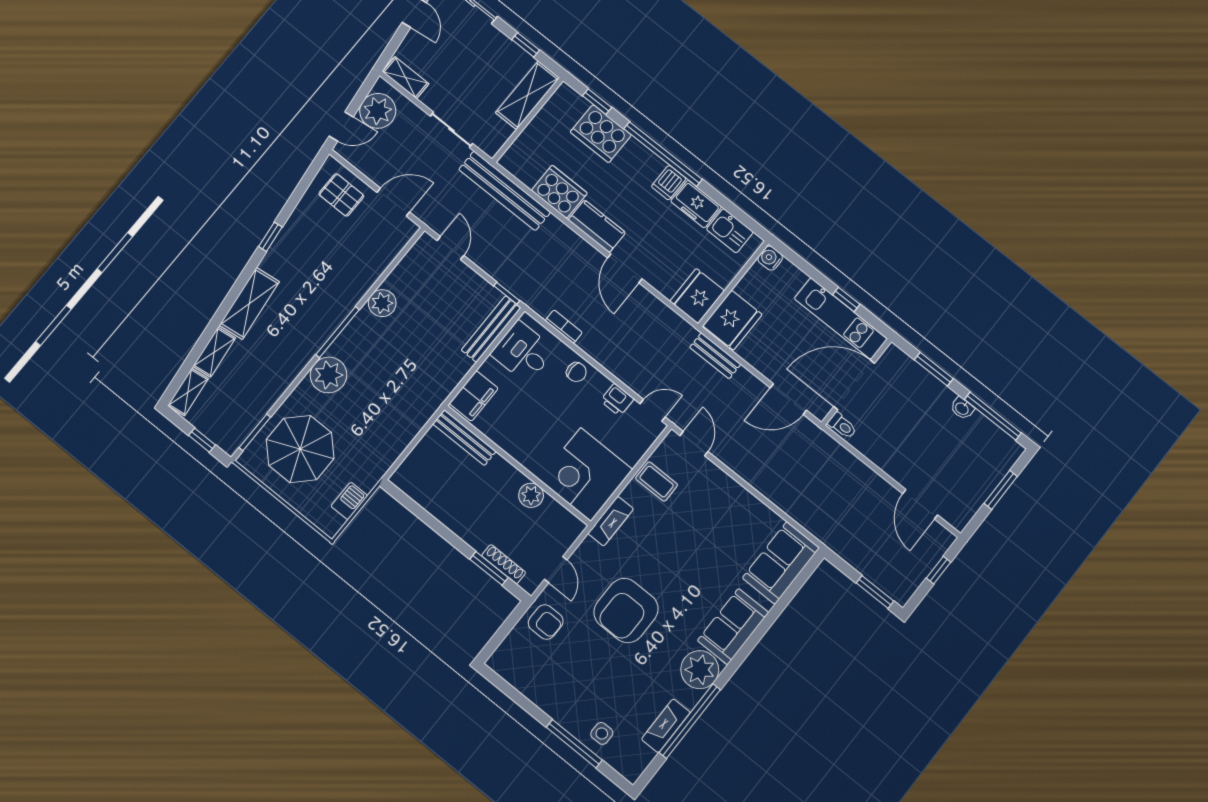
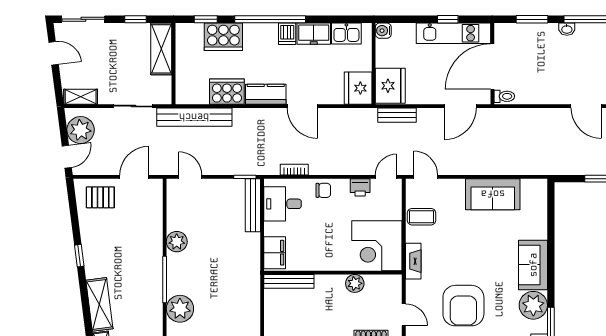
sofa: (781, 563) -> (493, 194), moved, turned -90

